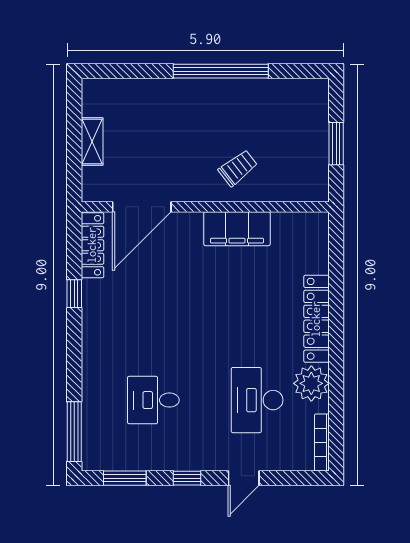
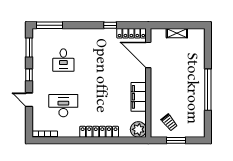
trolley: (238, 168) -> (169, 122), moved
plant: (311, 383) -> (138, 129), moved
desk: (153, 400) -> (63, 60), turned 180

